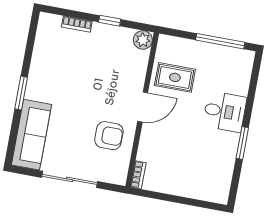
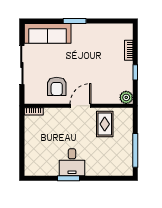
door: (143, 107) -> (80, 106), swing flipped
desk: (225, 112) -> (72, 162), moved

